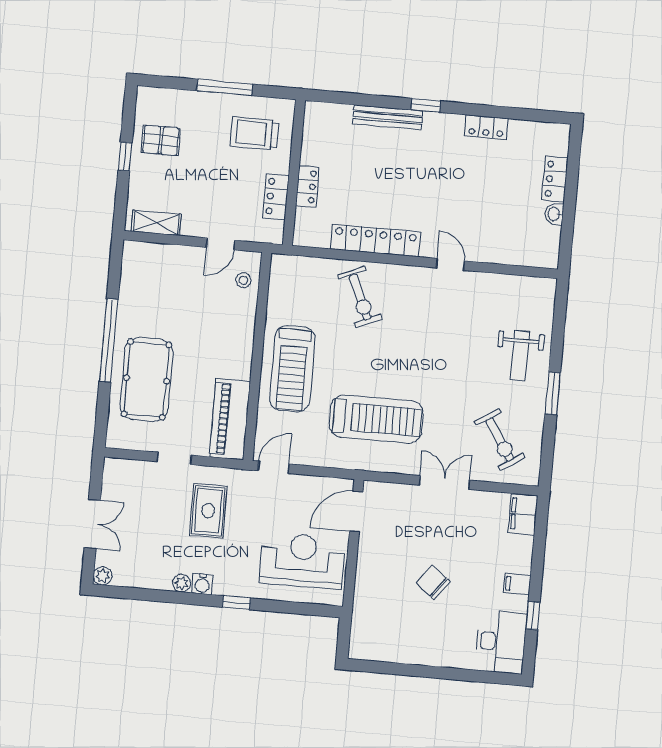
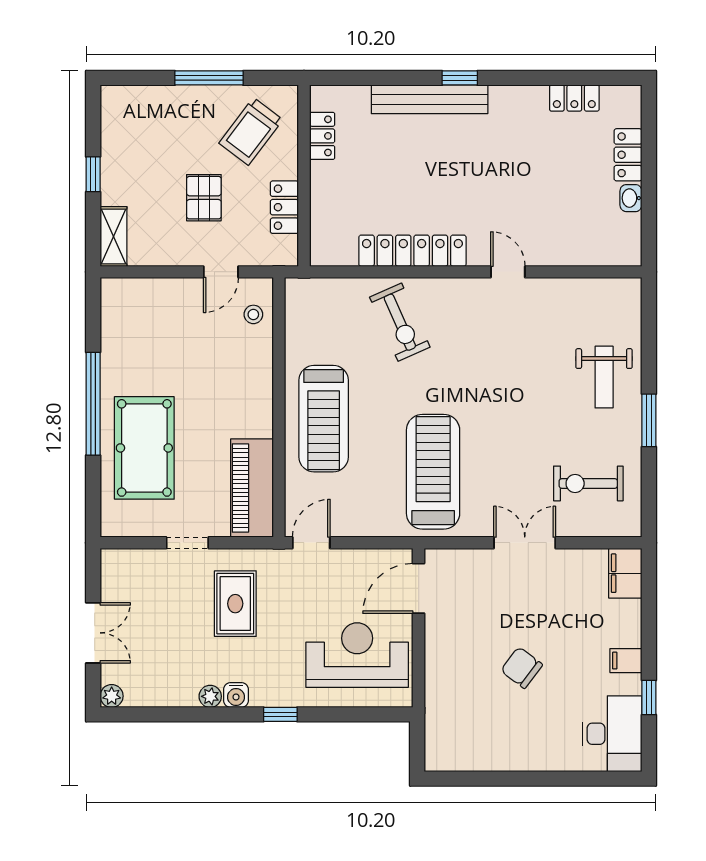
bench: (388, 117) -> (430, 99), width x1.37, depth x1.21
locker: (486, 127) -> (574, 98), moved
trolley: (254, 133) -> (251, 131), turned -53
pallet: (161, 140) -> (204, 198), moved, turned 90
locker: (307, 186) -> (322, 136), moved
shelving: (156, 223) -> (114, 236), moved, turned 90
treadmill: (376, 419) -> (433, 472), turned -90
exercise bike: (500, 440) -> (588, 483), turned 123

